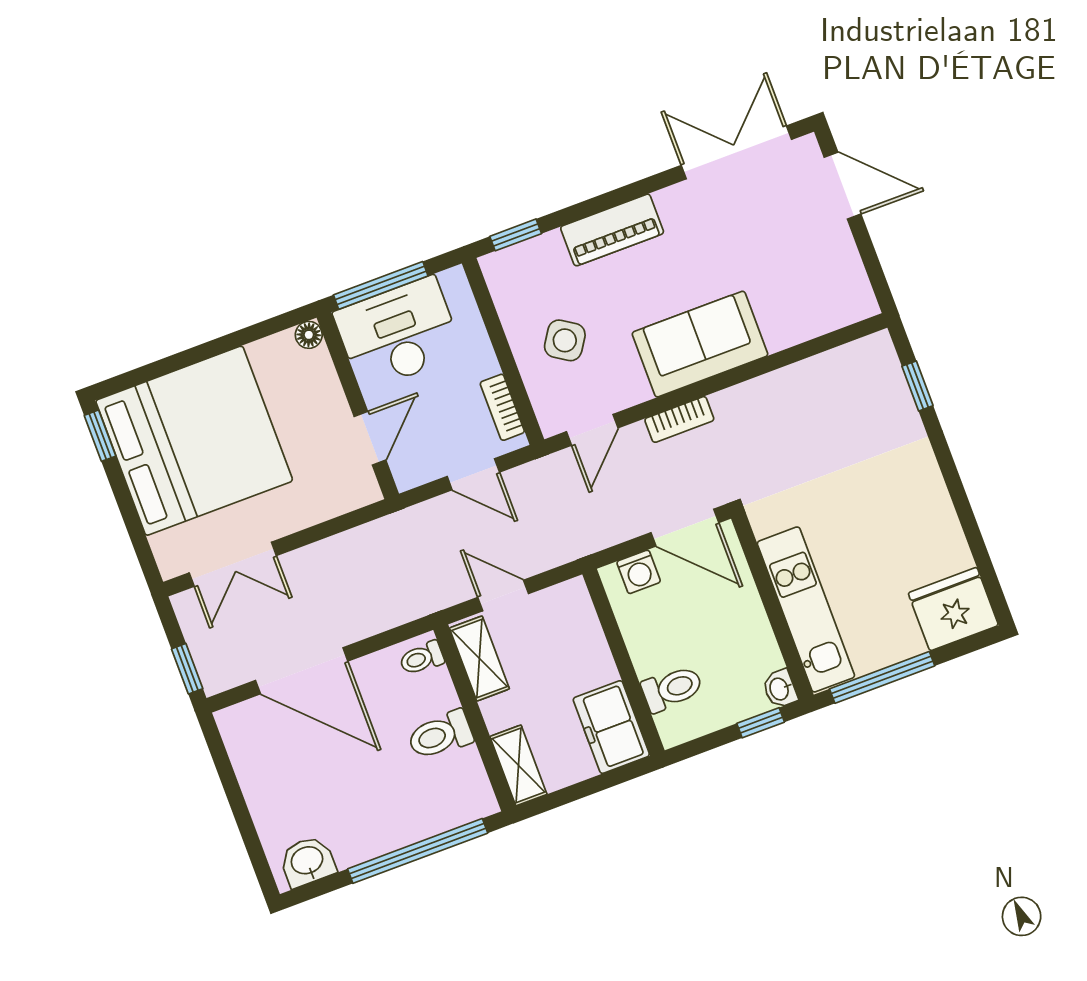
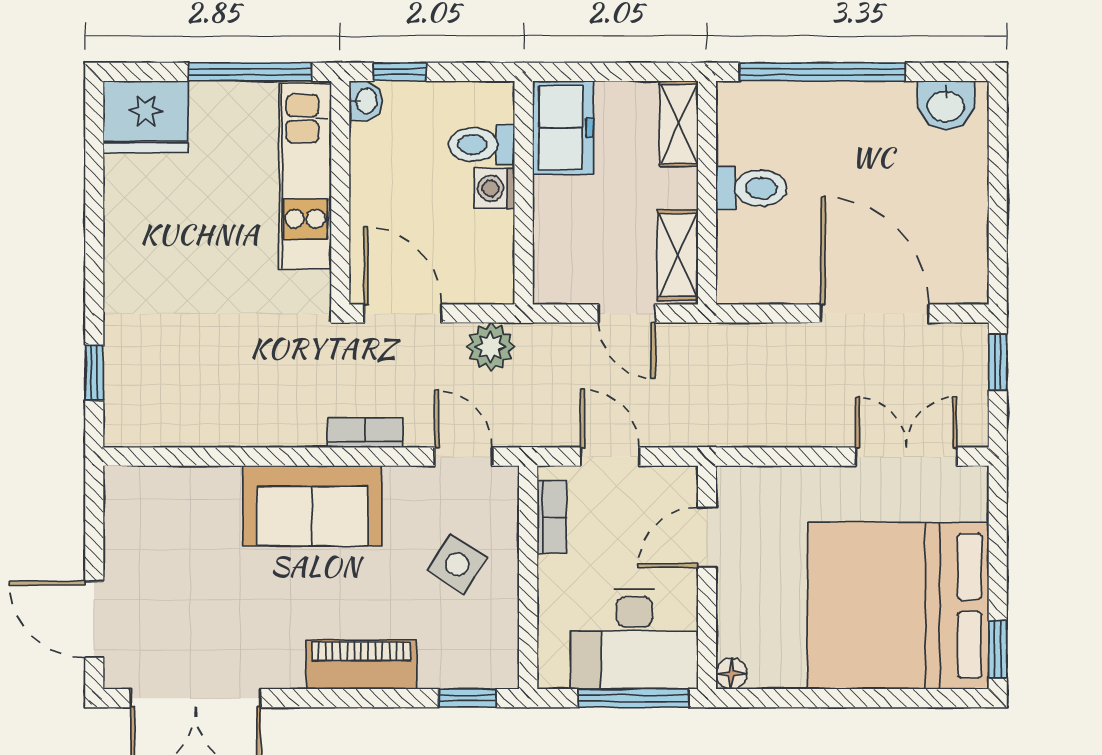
door: (592, 430) -> (463, 457), hinge flipped
plant: (604, 527) -> (491, 347), added
washing machine: (639, 572) -> (495, 188), moved, turned -90
toilet: (422, 658) -> (740, 279), removed

